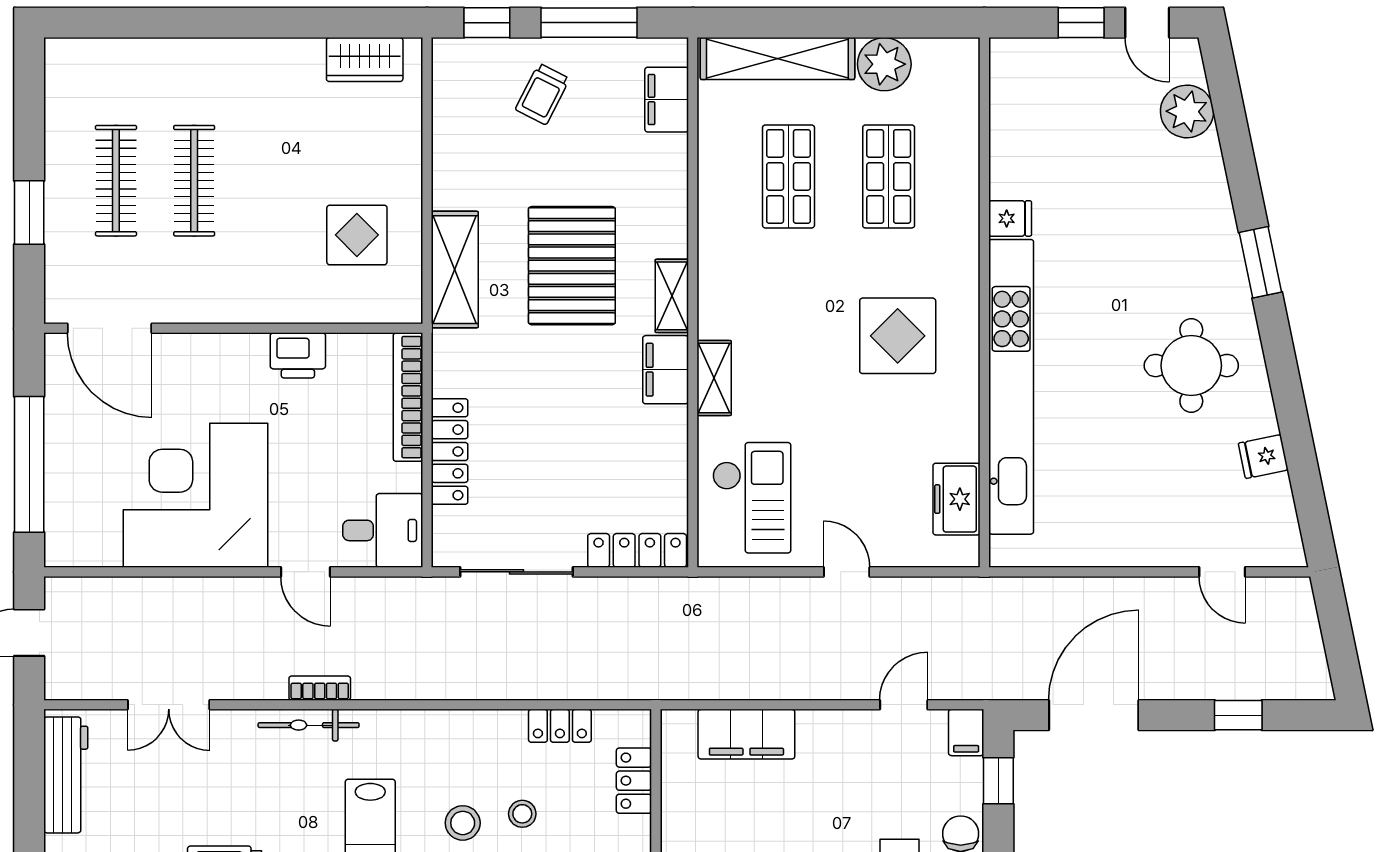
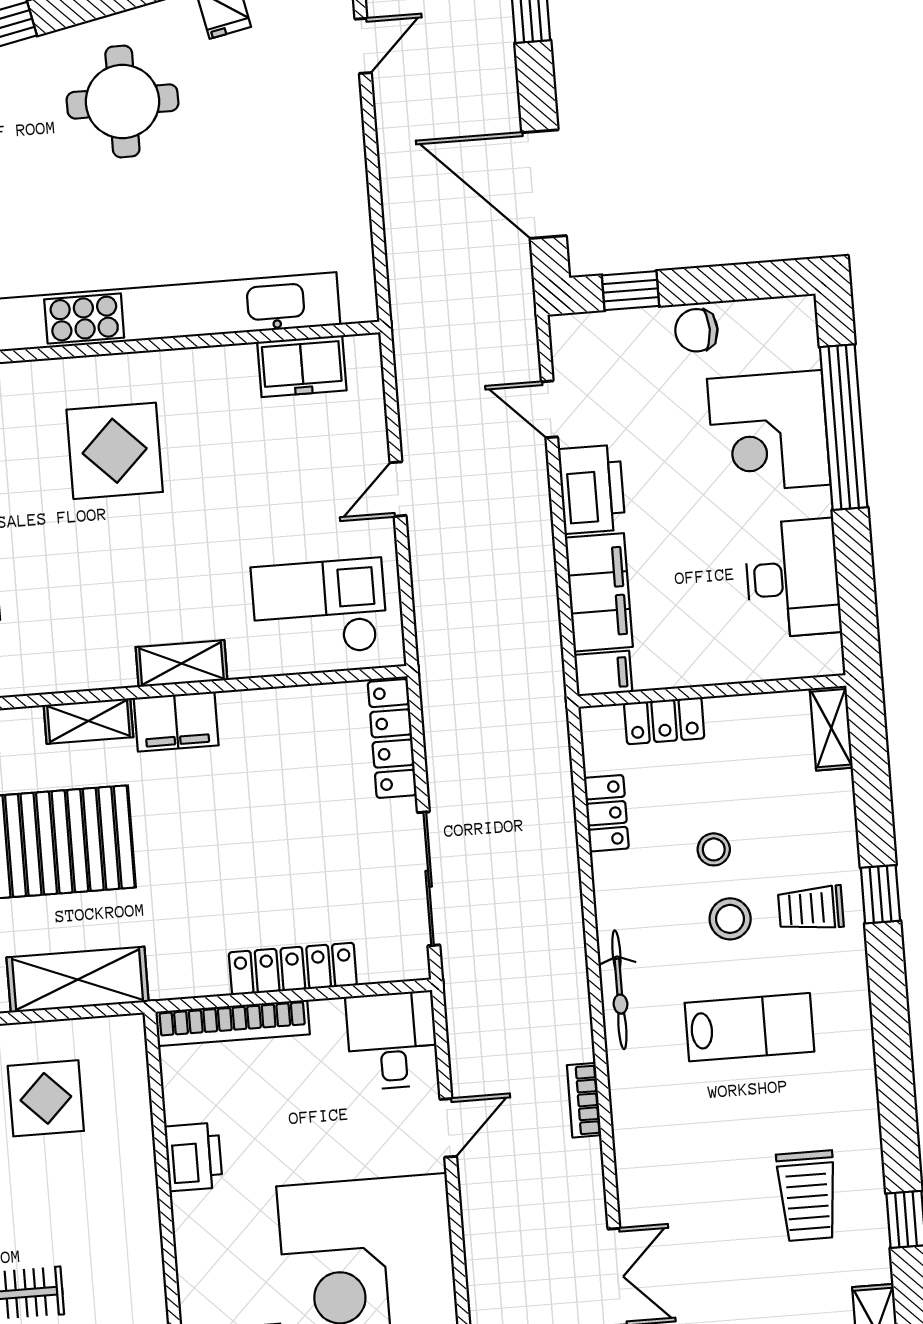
bicycle: (309, 725) -> (619, 990), moved
filing cabinet: (966, 732) -> (603, 673), moved
printer: (834, 735) -> (592, 489), added

